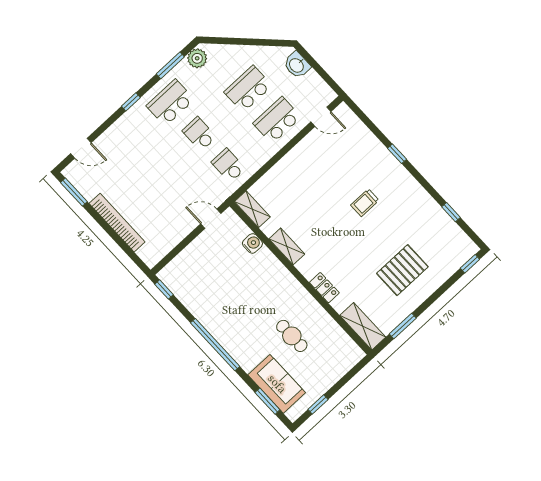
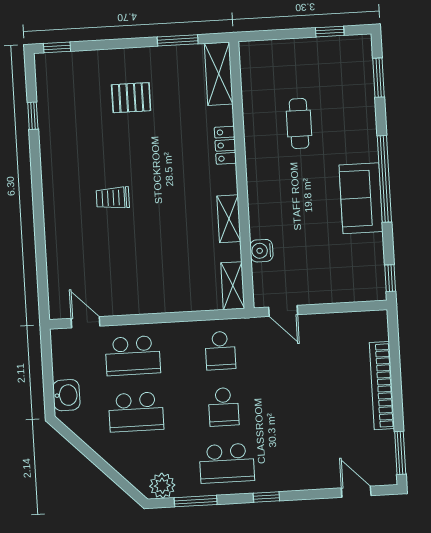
window: (397, 154) -> (39, 221), removed
trolley: (365, 203) -> (113, 198), turned 180
pallet: (402, 270) -> (131, 98), width x0.67, depth x0.71
sofa: (277, 384) -> (361, 198), moved

